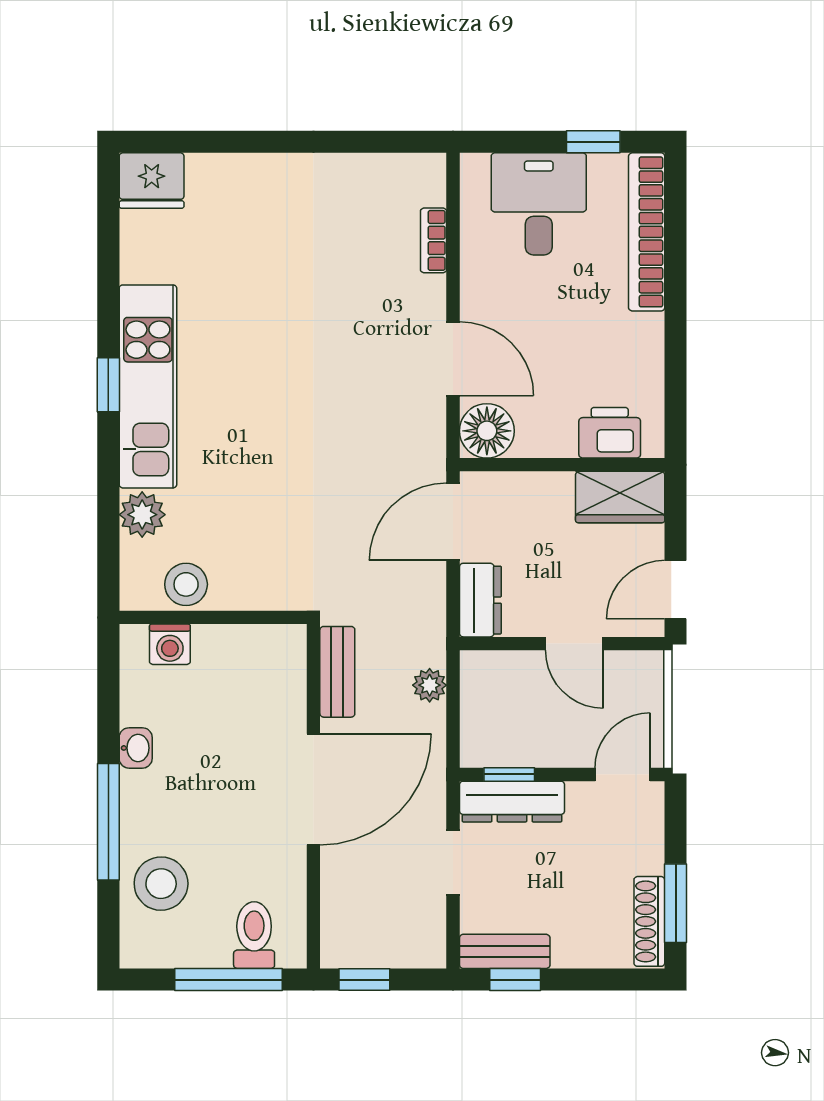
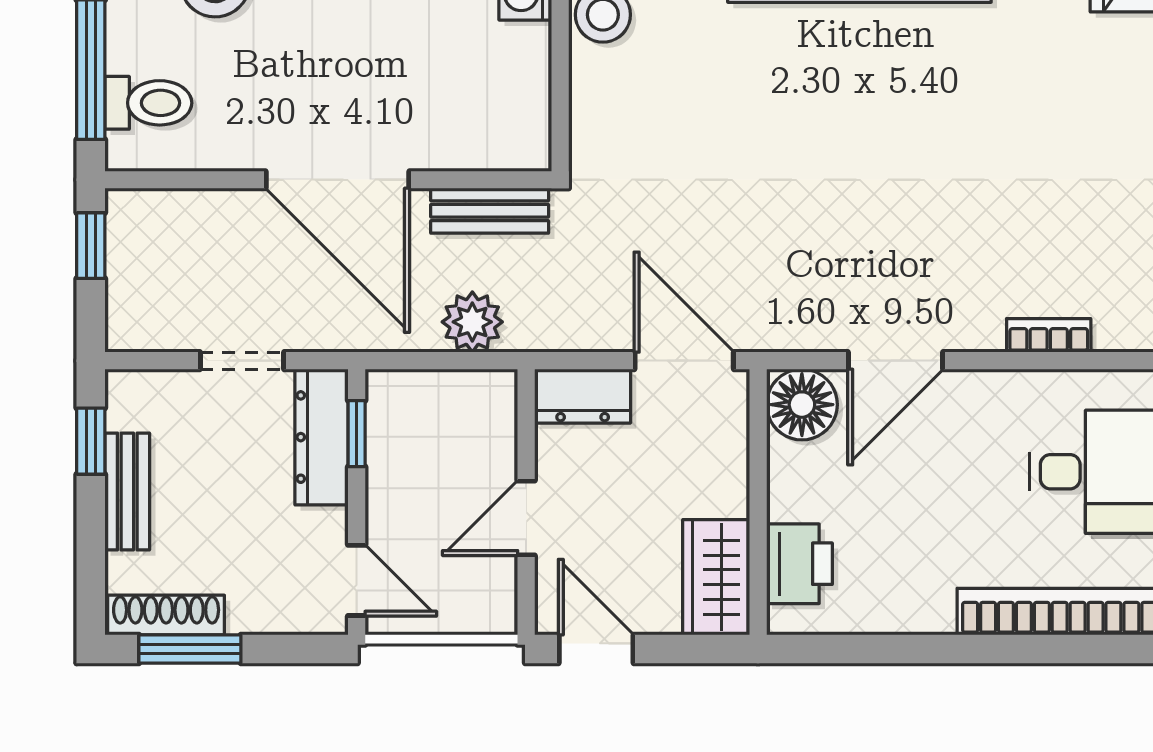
plant: (430, 685) -> (472, 322), width x1.38, depth x1.38
bench: (505, 951) -> (127, 491), moved

